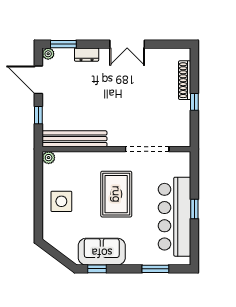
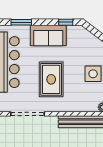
sofa: (102, 252) -> (48, 35), moved

